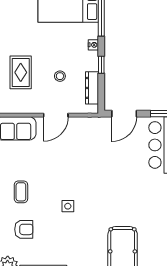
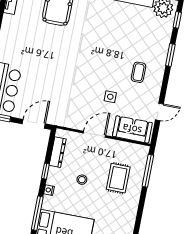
stool: (60, 76) -> (82, 180), moved
side table: (68, 206) -> (110, 97), moved
armchair: (24, 229) -> (142, 39), removed

